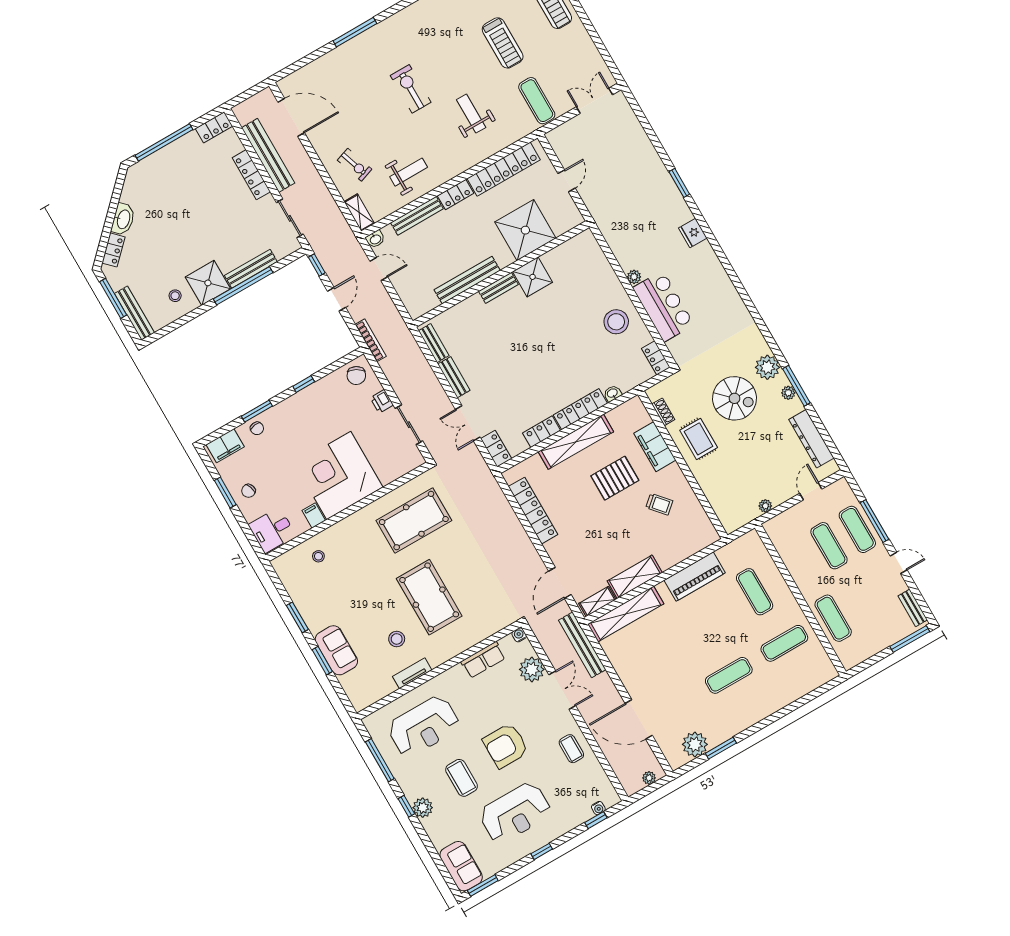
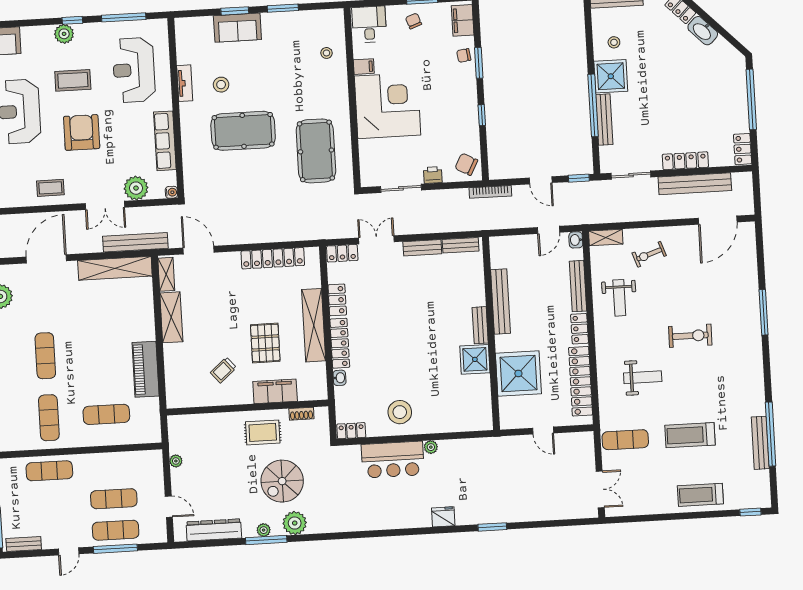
shelving: (626, 614) -> (115, 268), moved, turned 90
row of seats: (483, 660) -> (165, 141), width x1.48

